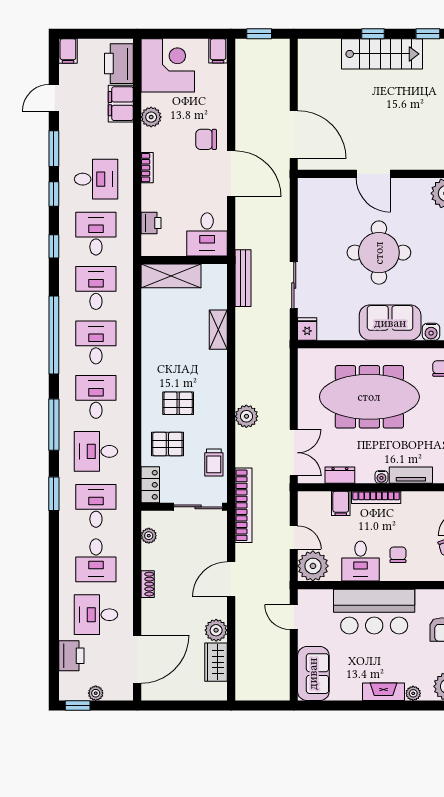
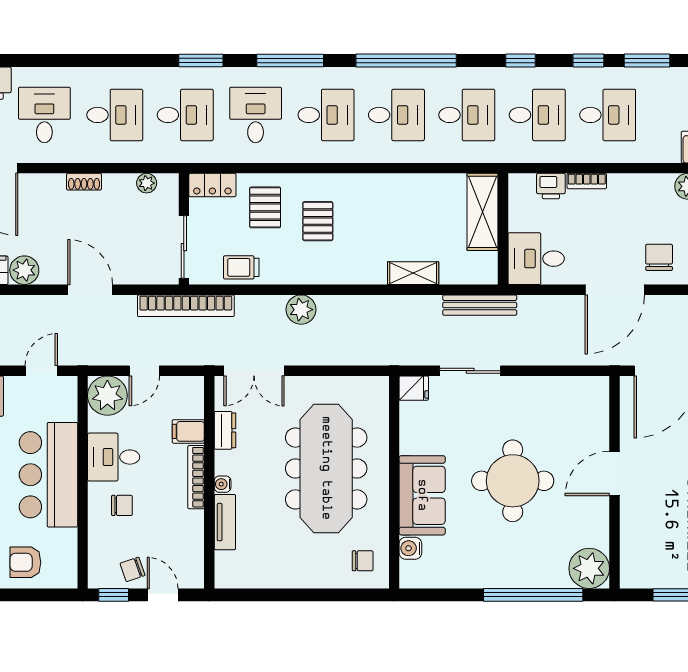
bookcase: (147, 168) -> (587, 181), moved
desk: (96, 179) -> (608, 115), turned -90
desk: (96, 560) -> (115, 115), turned 180

